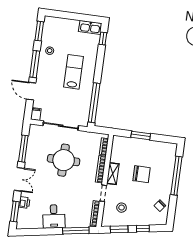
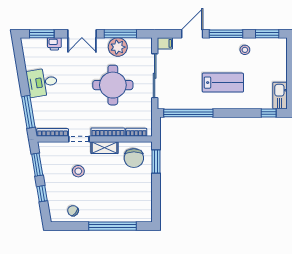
window: (141, 135) -> (156, 162), moved
plant: (34, 152) -> (118, 47), added
chair: (141, 174) -> (134, 158), moved
stool: (122, 208) -> (78, 171), moved

